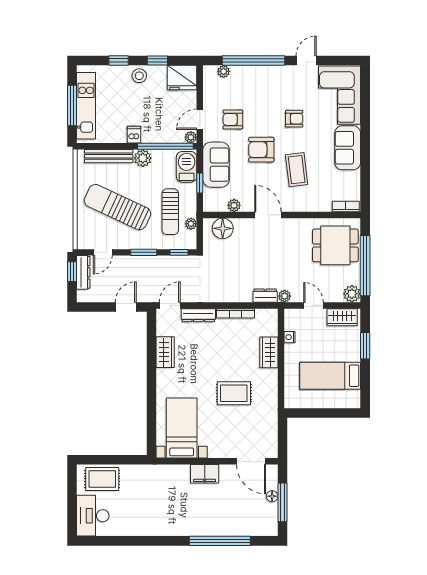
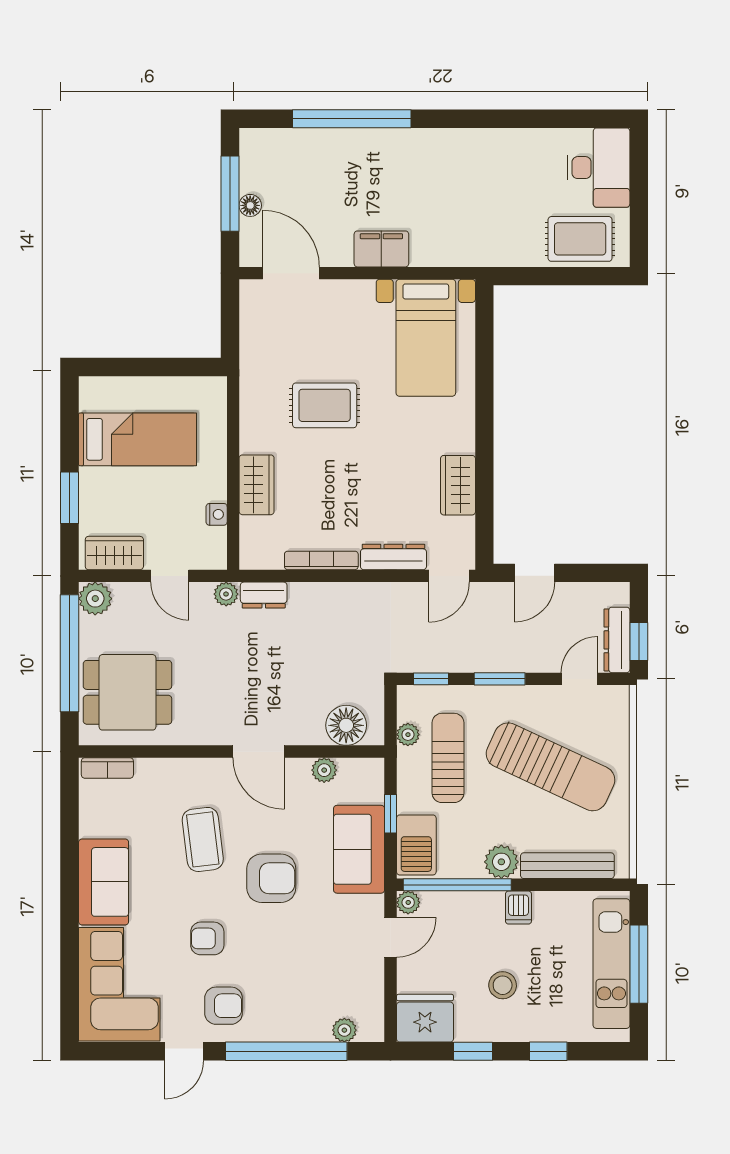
stool: (139, 76) -> (503, 985), moved
armchair: (233, 119) -> (224, 1006), moved

